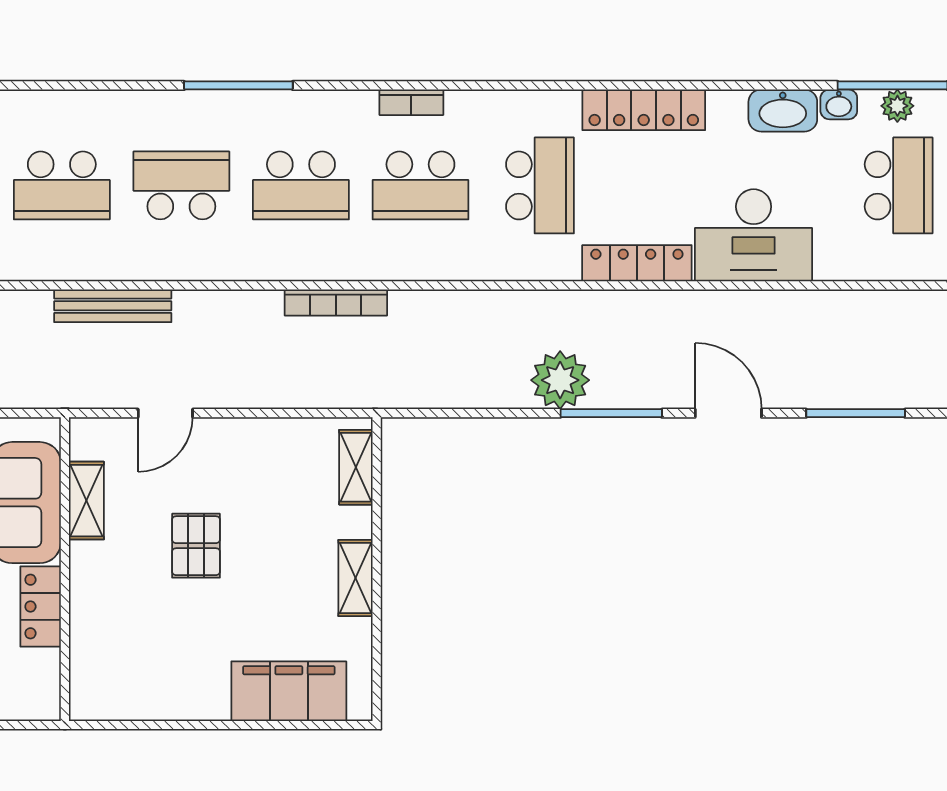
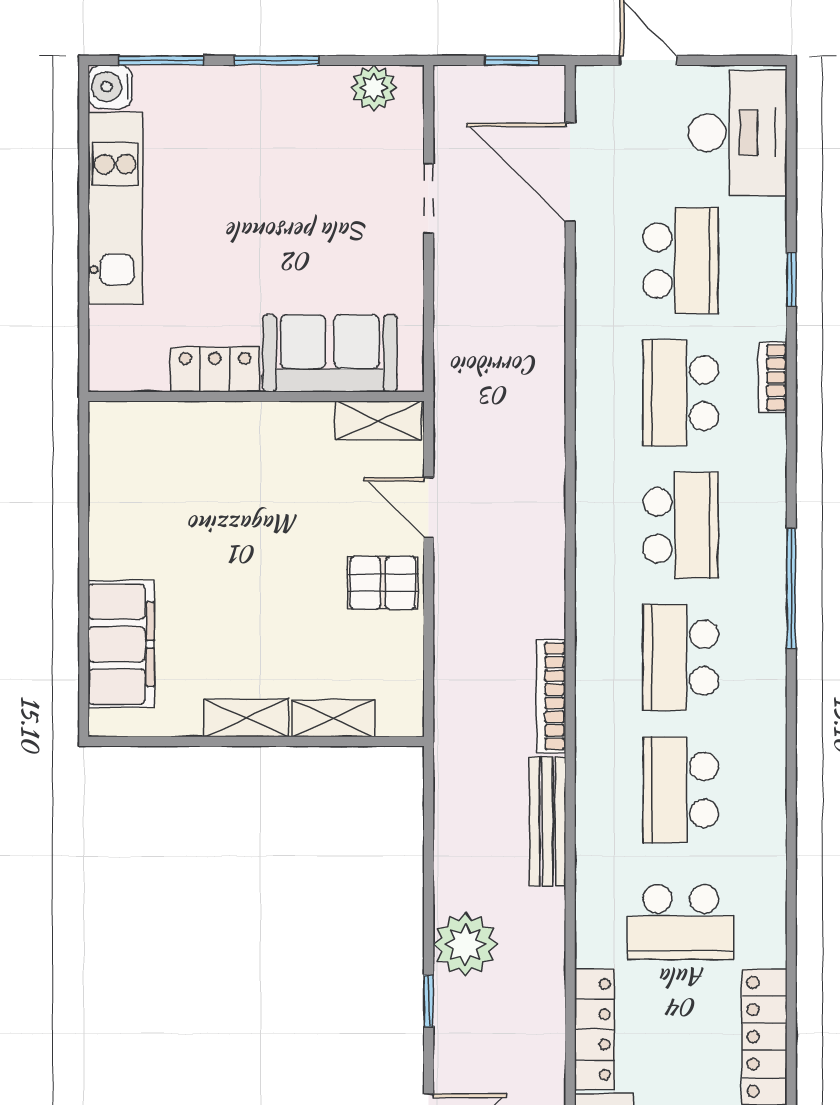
bookcase: (411, 102) -> (773, 377), moved
bench: (113, 306) -> (548, 821), moved
window: (611, 413) -> (429, 1001), width x0.46
shelving: (356, 467) -> (333, 718), moved
shelving: (86, 501) -> (378, 420), moved
pallet: (196, 546) -> (383, 583), moved

